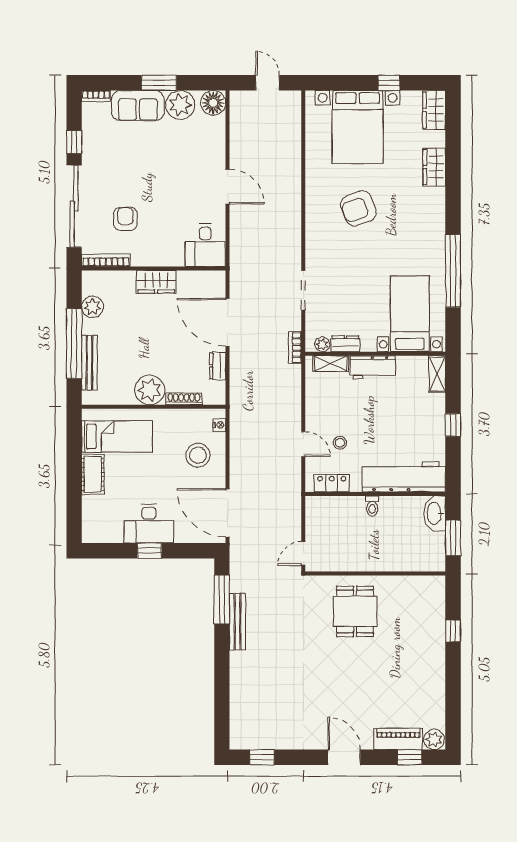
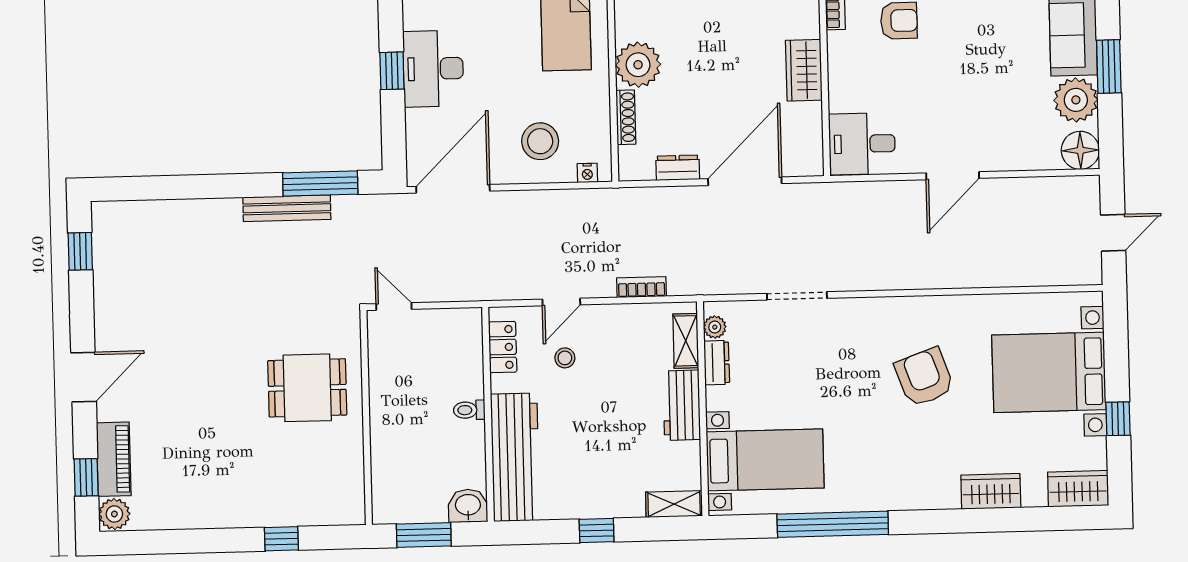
bookcase: (295, 348) -> (642, 287), moved
washbasin: (435, 513) -> (468, 506), width x0.72

